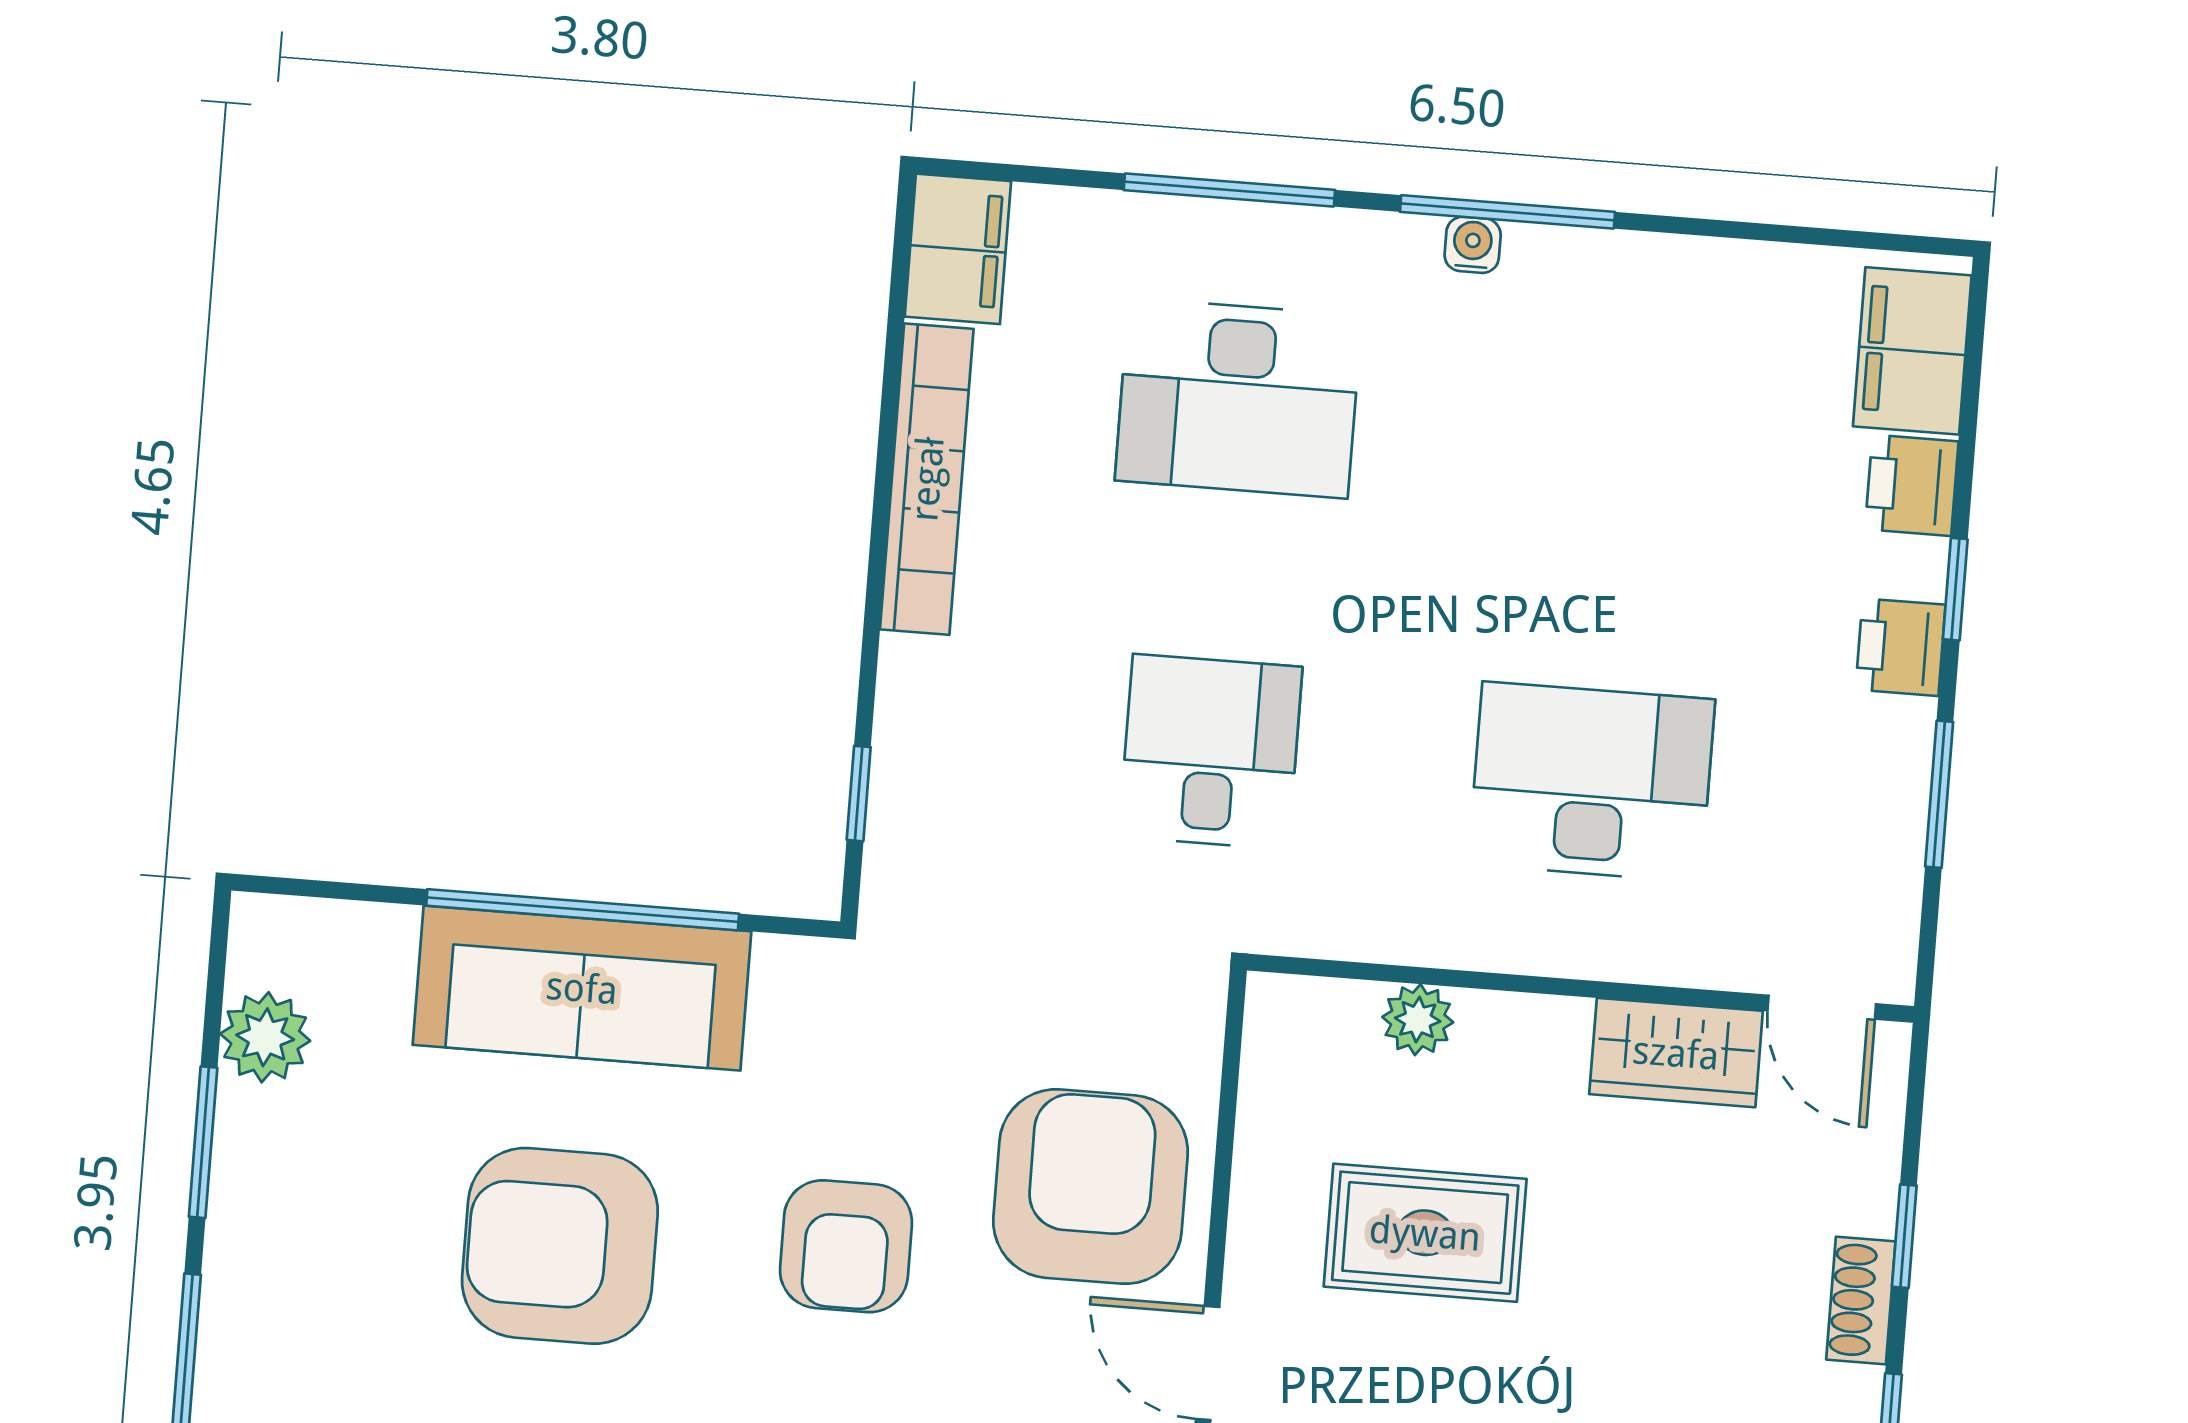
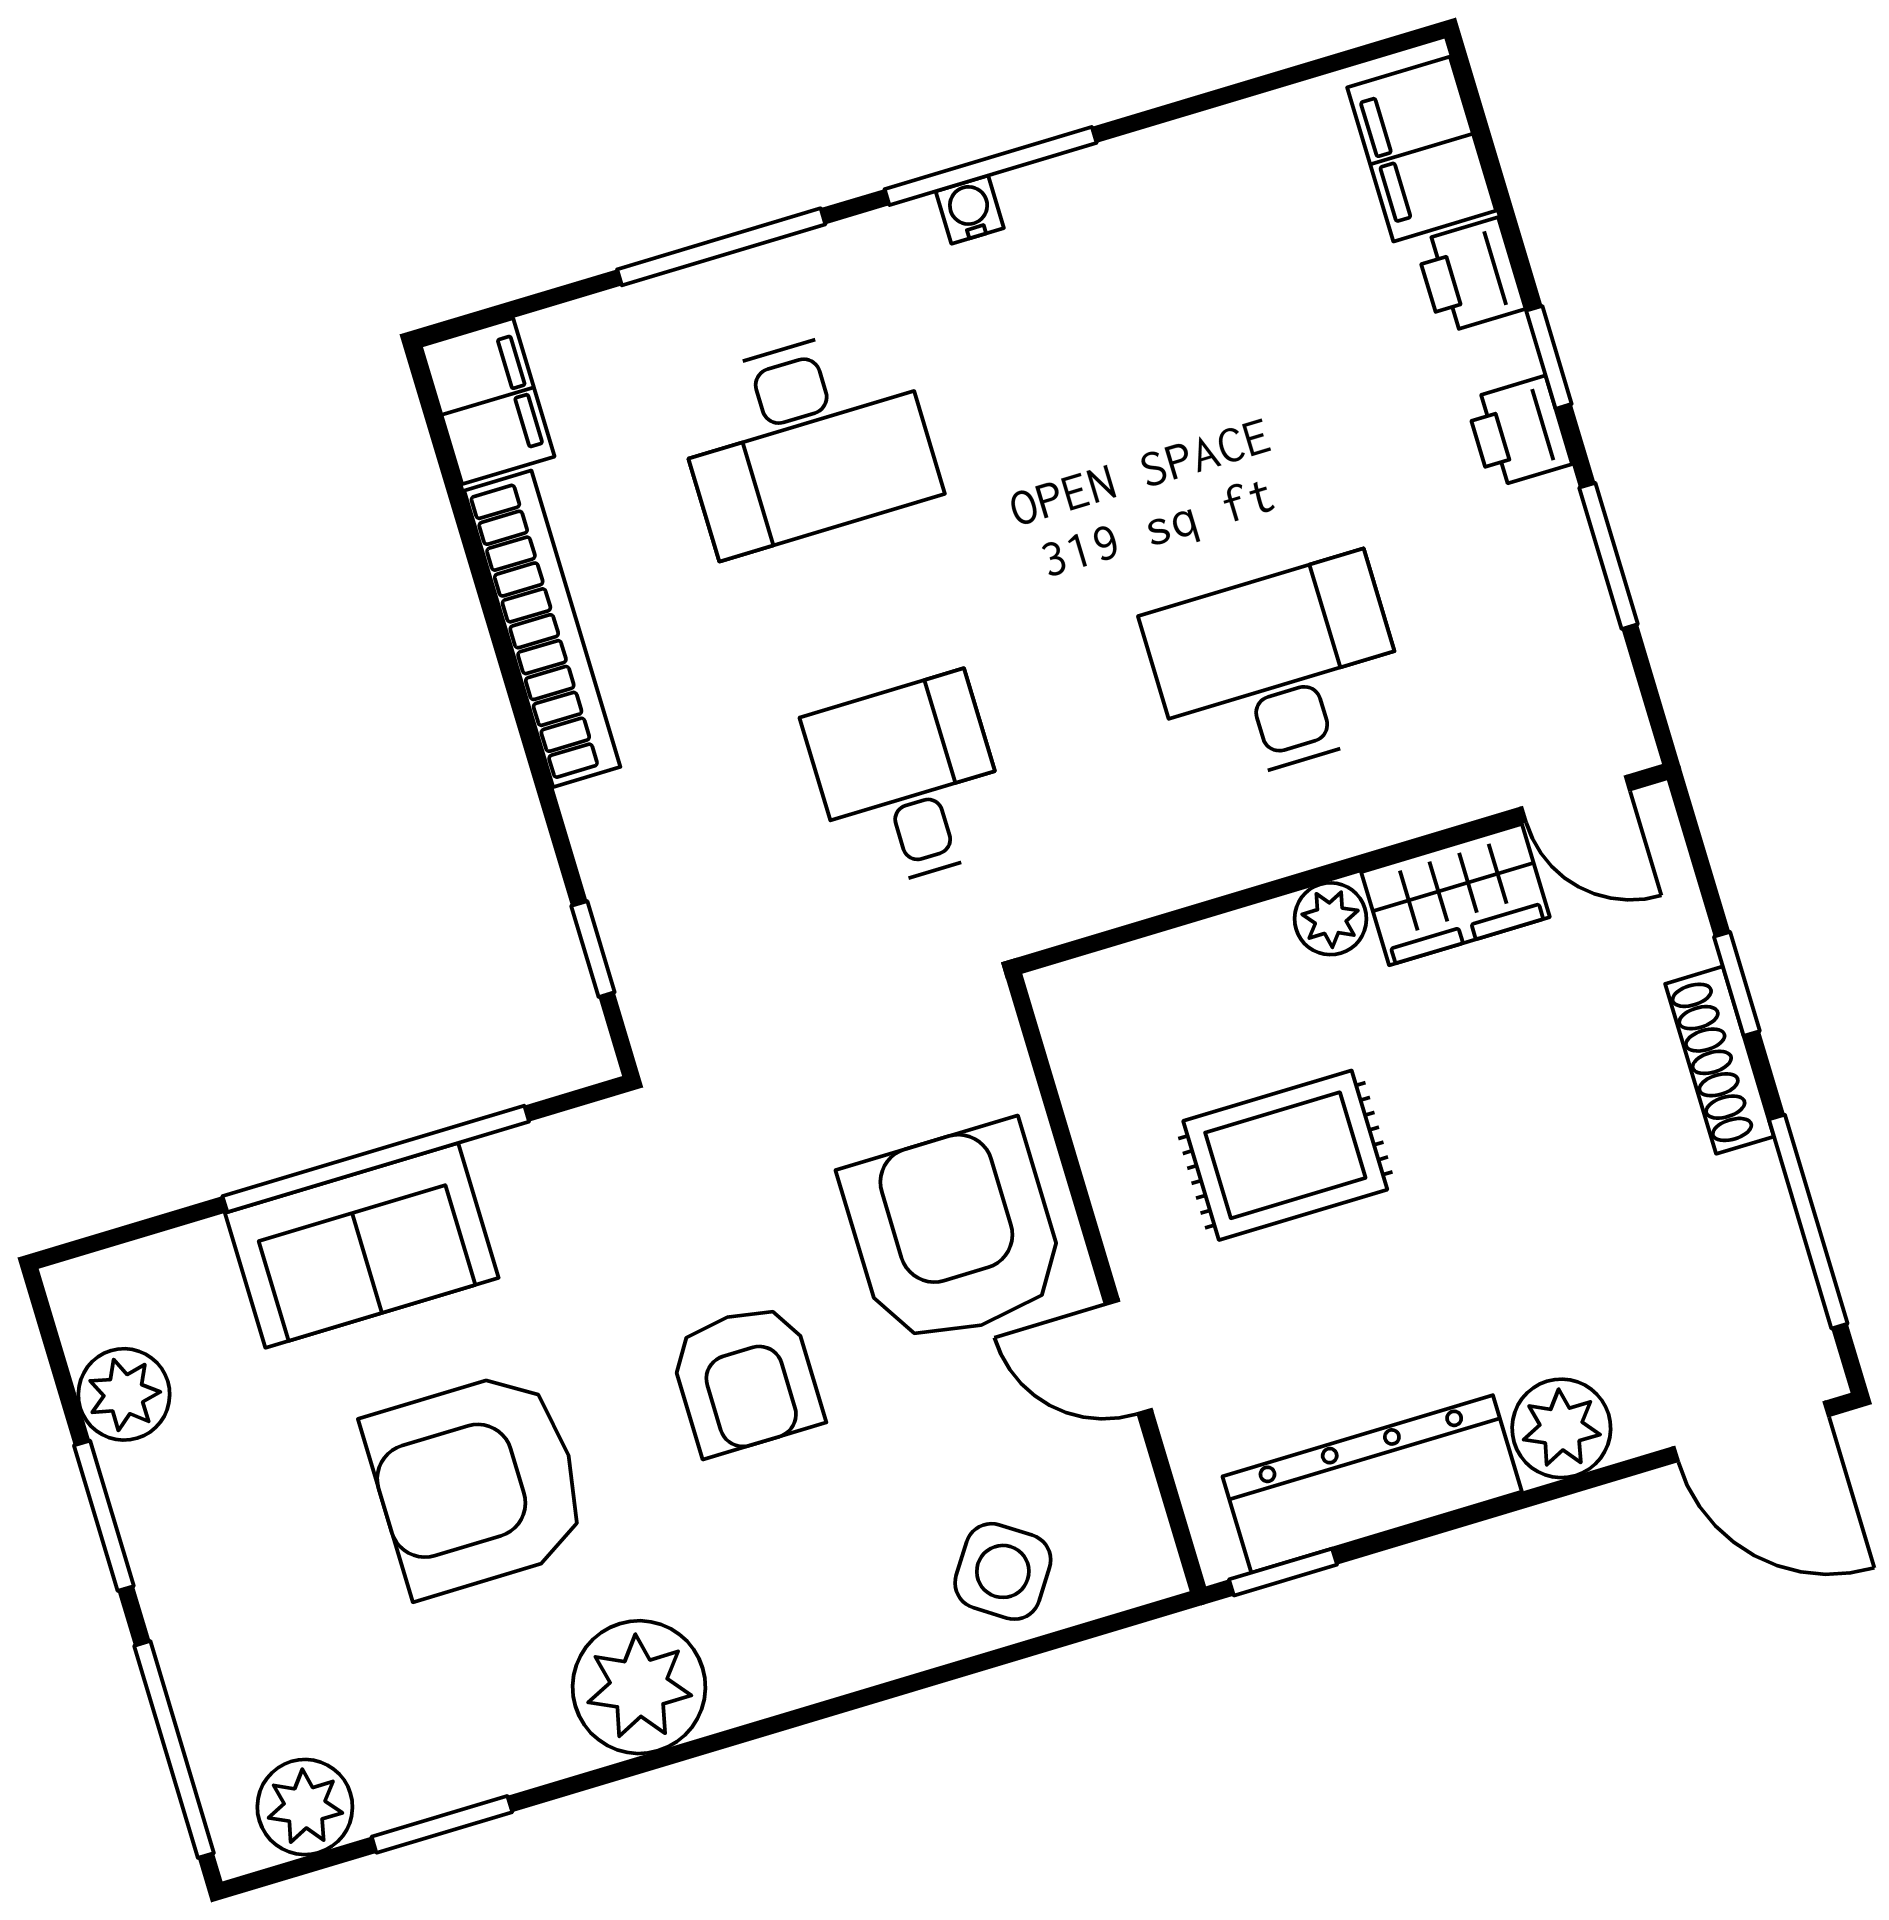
sofa: (582, 988) -> (362, 1245), width x0.73
plant: (1418, 1020) -> (1330, 919), moved
shoe rack: (1861, 1300) -> (1719, 1060), width x1.43

